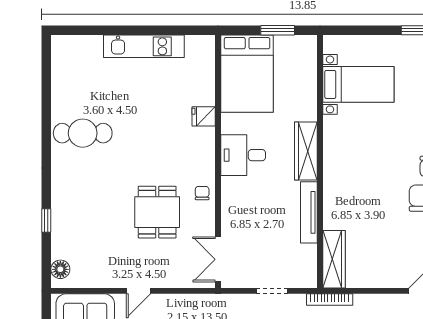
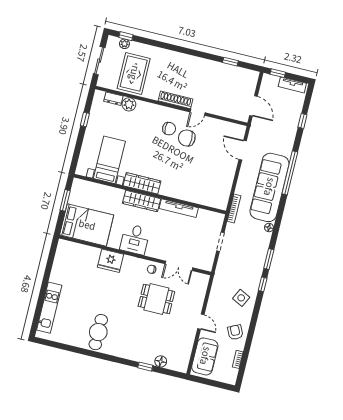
kitchen unit: (144, 46) -> (49, 308), moved
fridge: (204, 116) -> (110, 261), width x1.88, depth x1.34
double door: (218, 259) -> (179, 266), moved
wardrobe: (334, 259) -> (142, 183), moved
floor lamp: (60, 269) -> (161, 361), moved

